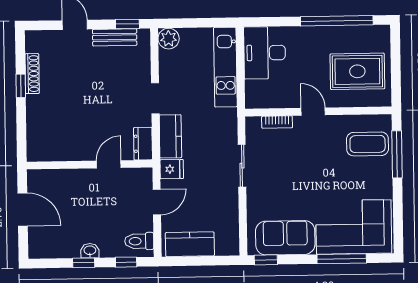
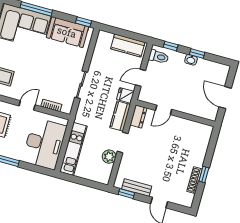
plant: (169, 39) -> (109, 157), moved
desk: (265, 53) -> (44, 144), width x1.36, depth x1.30
door: (313, 112) -> (27, 105), swing flipped

